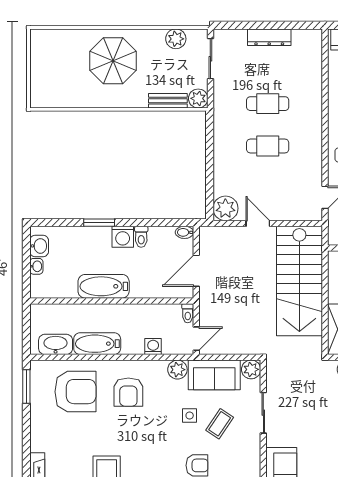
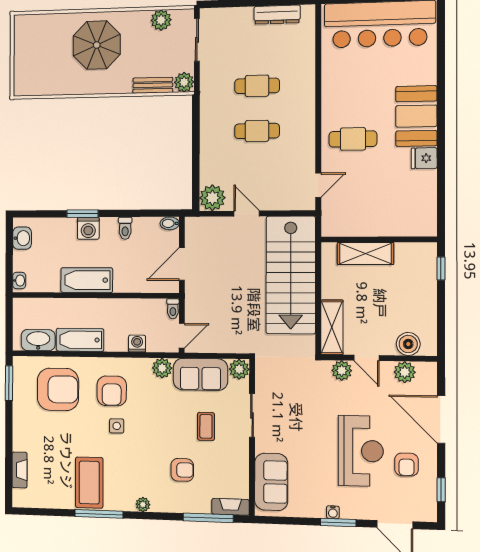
dresser: (269, 37) -> (277, 15), moved
washing machine: (123, 237) -> (88, 228), moved
washbasin: (36, 266) -> (19, 281), moved
side table: (190, 415) -> (117, 426), moved
coffee table: (220, 424) -> (206, 426), turned -34

